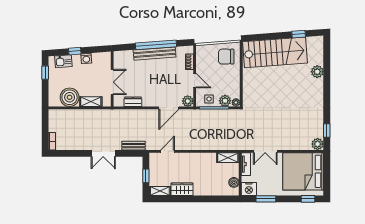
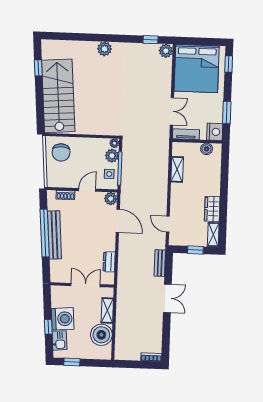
washing machine: (86, 58) -> (63, 319), width x1.89, depth x1.89
plant: (317, 72) -> (104, 49), moved
shelving: (228, 158) -> (177, 169), moved

